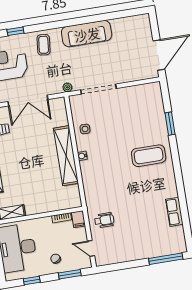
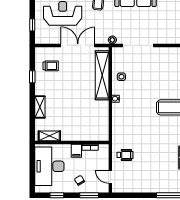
double door: (28, 100) -> (78, 45), swing flipped
shelving: (66, 156) -> (102, 75), moved
filing cabinet: (78, 219) -> (76, 151), moved

